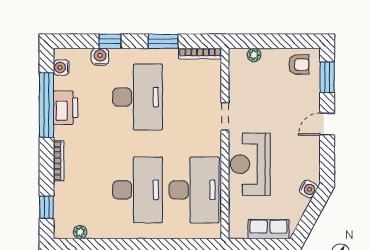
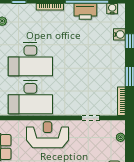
desk: (137, 97) -> (92, 59), removed
doorway: (225, 116) -> (90, 118), moved

